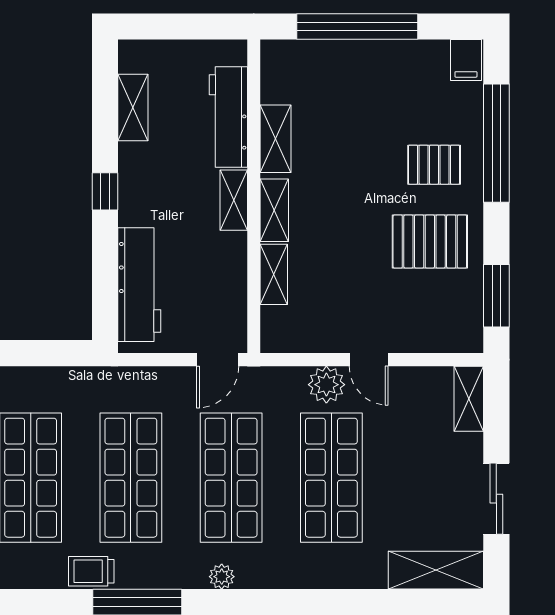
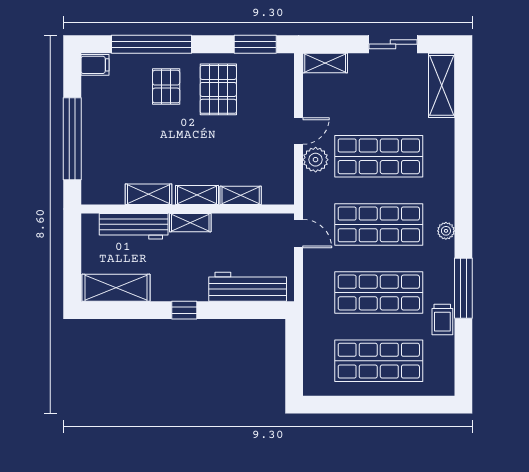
shelving: (133, 108) -> (116, 288), width x1.50, depth x1.33

